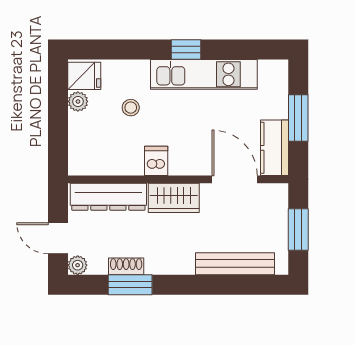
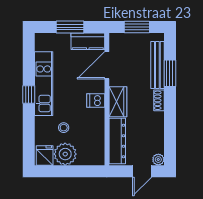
plant: (78, 101) -> (65, 154), width x1.88, depth x1.88
dishwasher: (156, 161) -> (96, 100), moved
shoe rack: (126, 266) -> (159, 100), moved
window: (130, 285) -> (170, 73), moved

